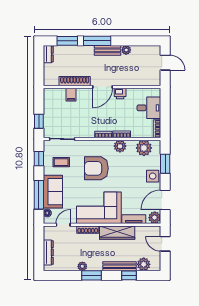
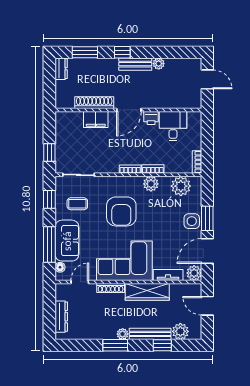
window: (97, 41) -> (122, 52), width x0.46
filing cabinet: (71, 95) -> (96, 119), width x2.00
desk: (149, 108) -> (173, 126), moved, turned -90
window: (165, 164) -> (207, 218), moved
armchair: (96, 168) -> (121, 211), turned -90
plant: (82, 266) -> (123, 334), moved

